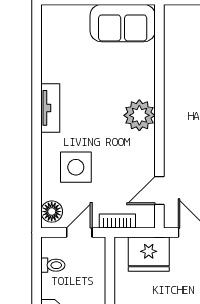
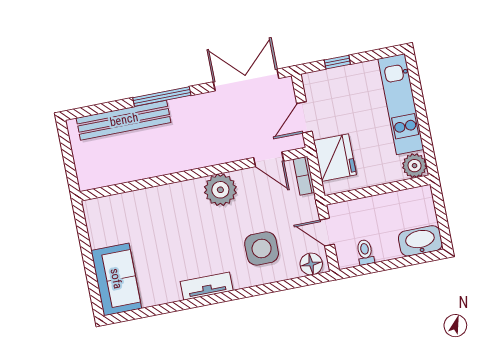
sofa: (123, 23) -> (116, 279), moved
plant: (139, 115) -> (220, 190), moved
bookcase: (117, 221) -> (304, 176), moved

